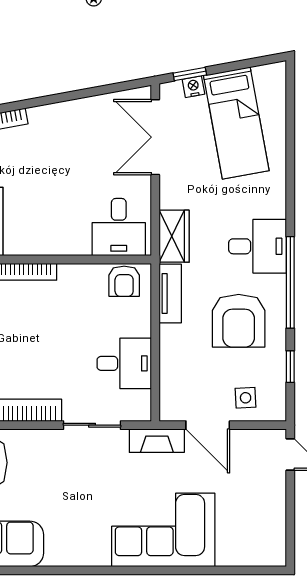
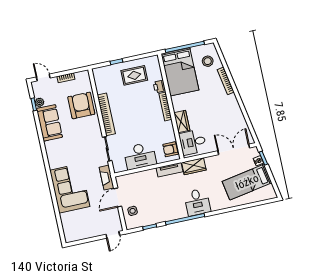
wardrobe: (66, 242) -> (182, 121), added
armchair: (239, 321) -> (164, 201), removed
desk: (124, 363) -> (140, 156), width x1.37

